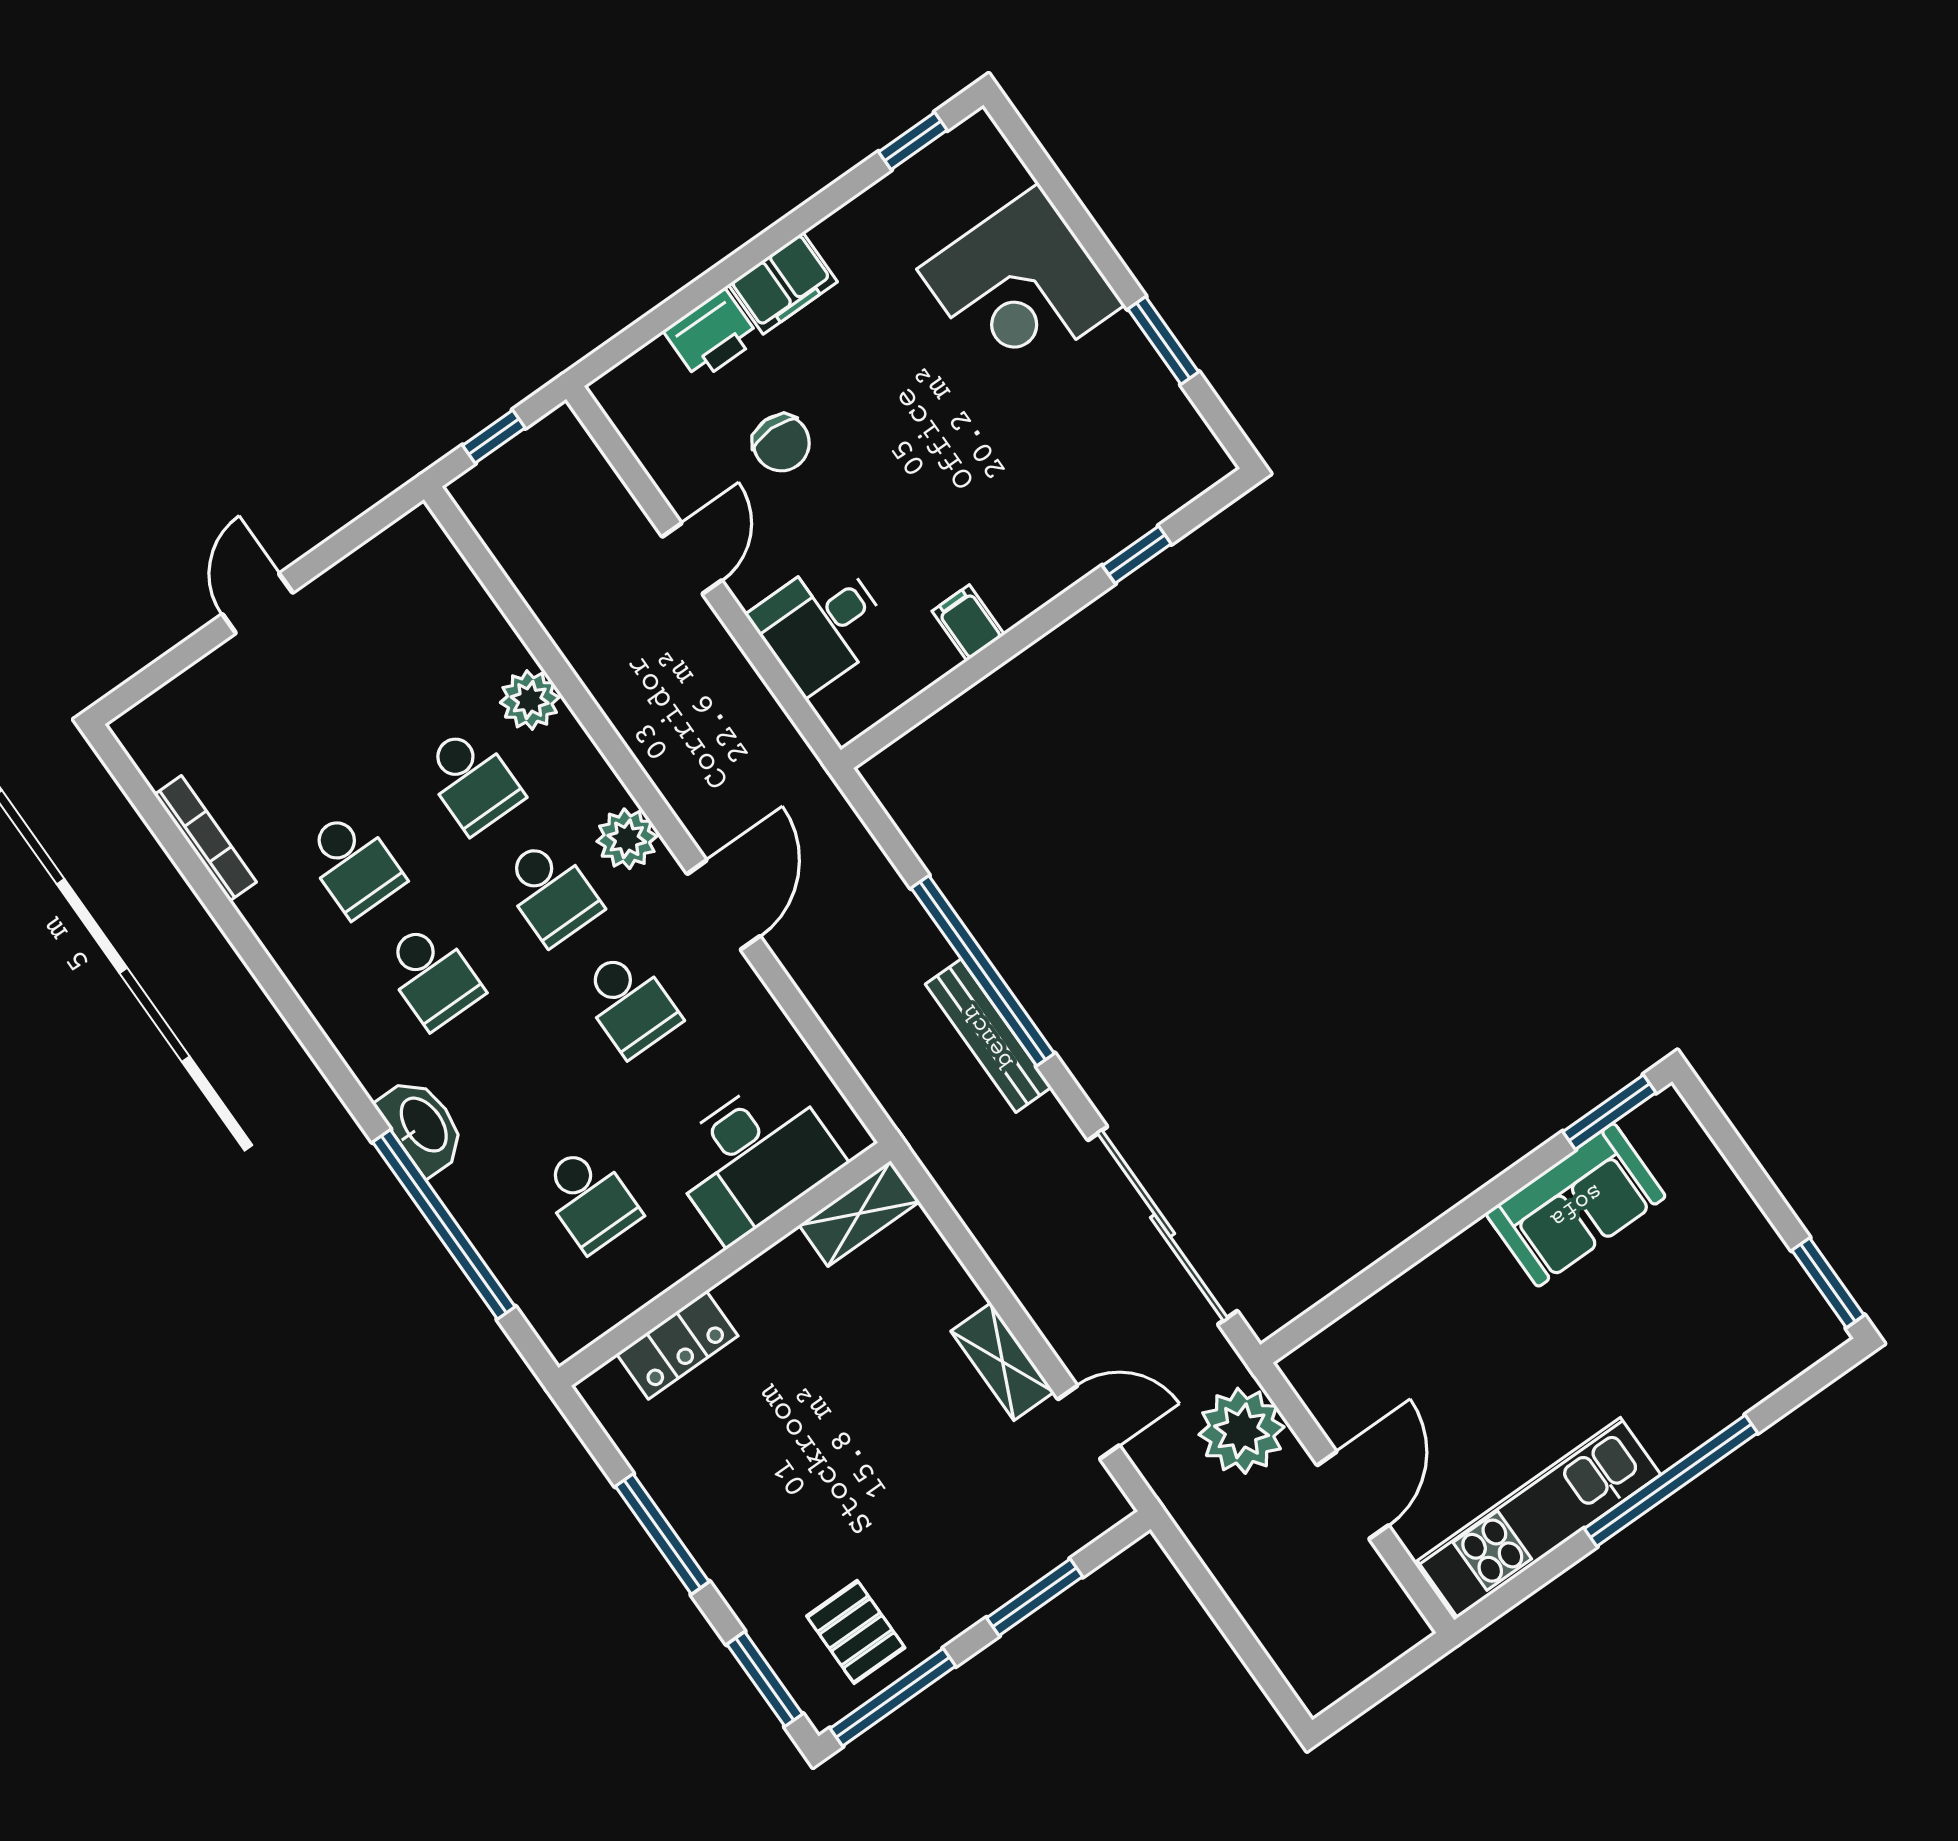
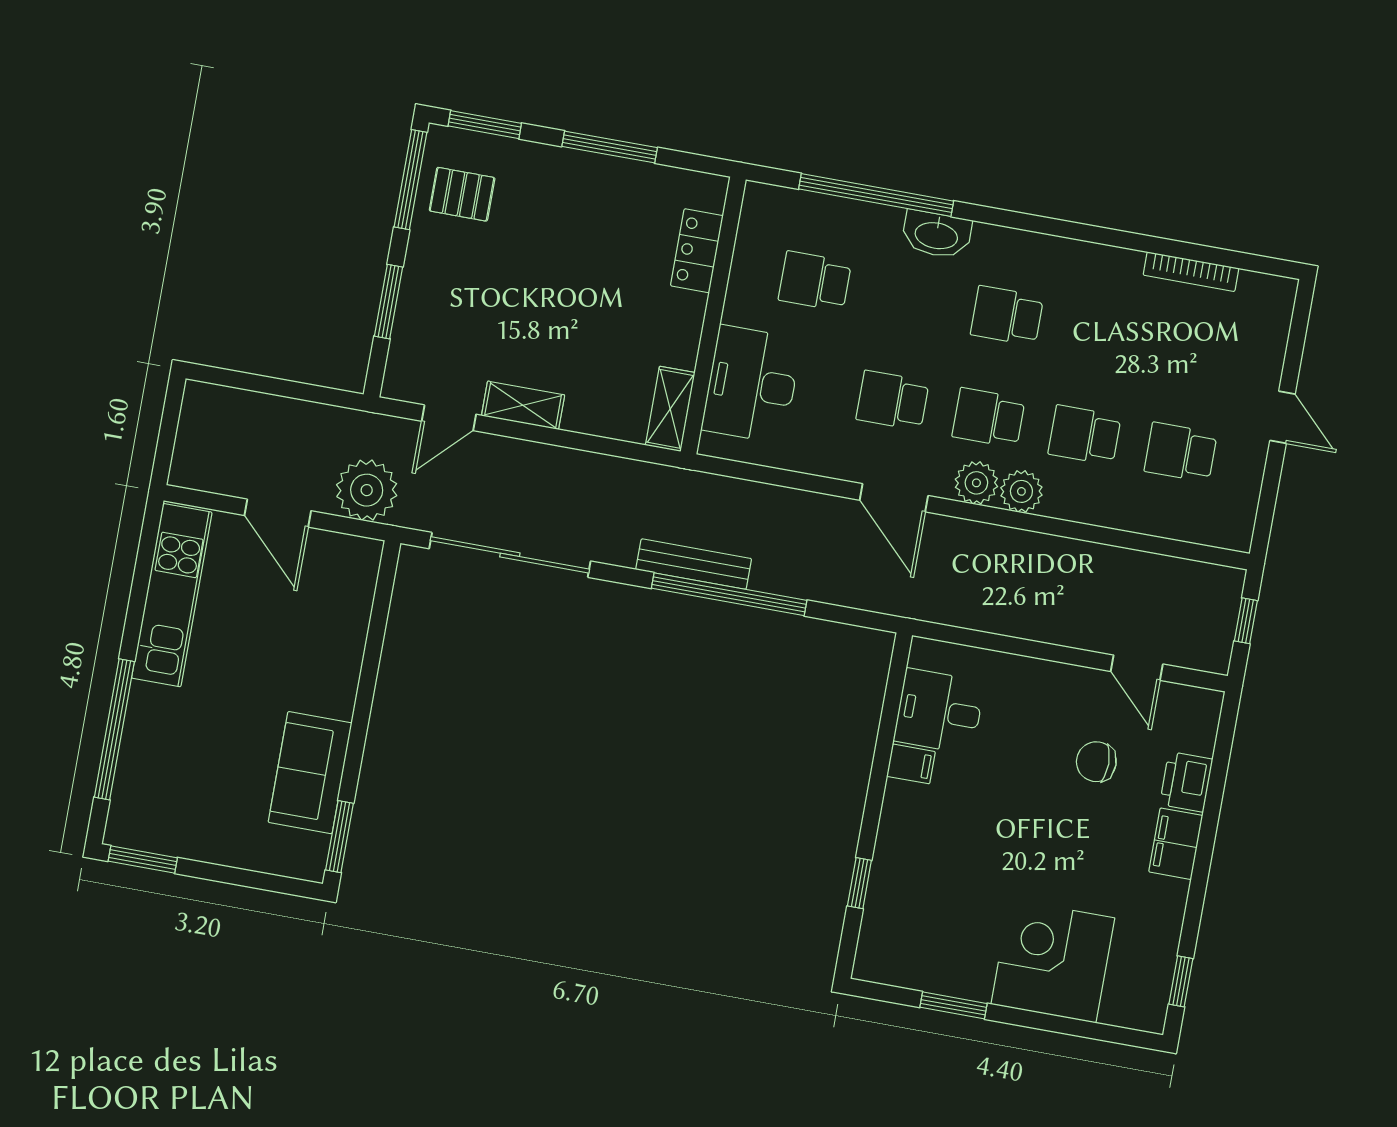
door: (692, 559) -> (1137, 668), moved
desk: (821, 625) -> (939, 711), moved, turned -90
plant: (530, 700) -> (1021, 491), moved
school desk: (353, 864) -> (1181, 452), moved
window: (1671, 1481) -> (114, 729), moved

